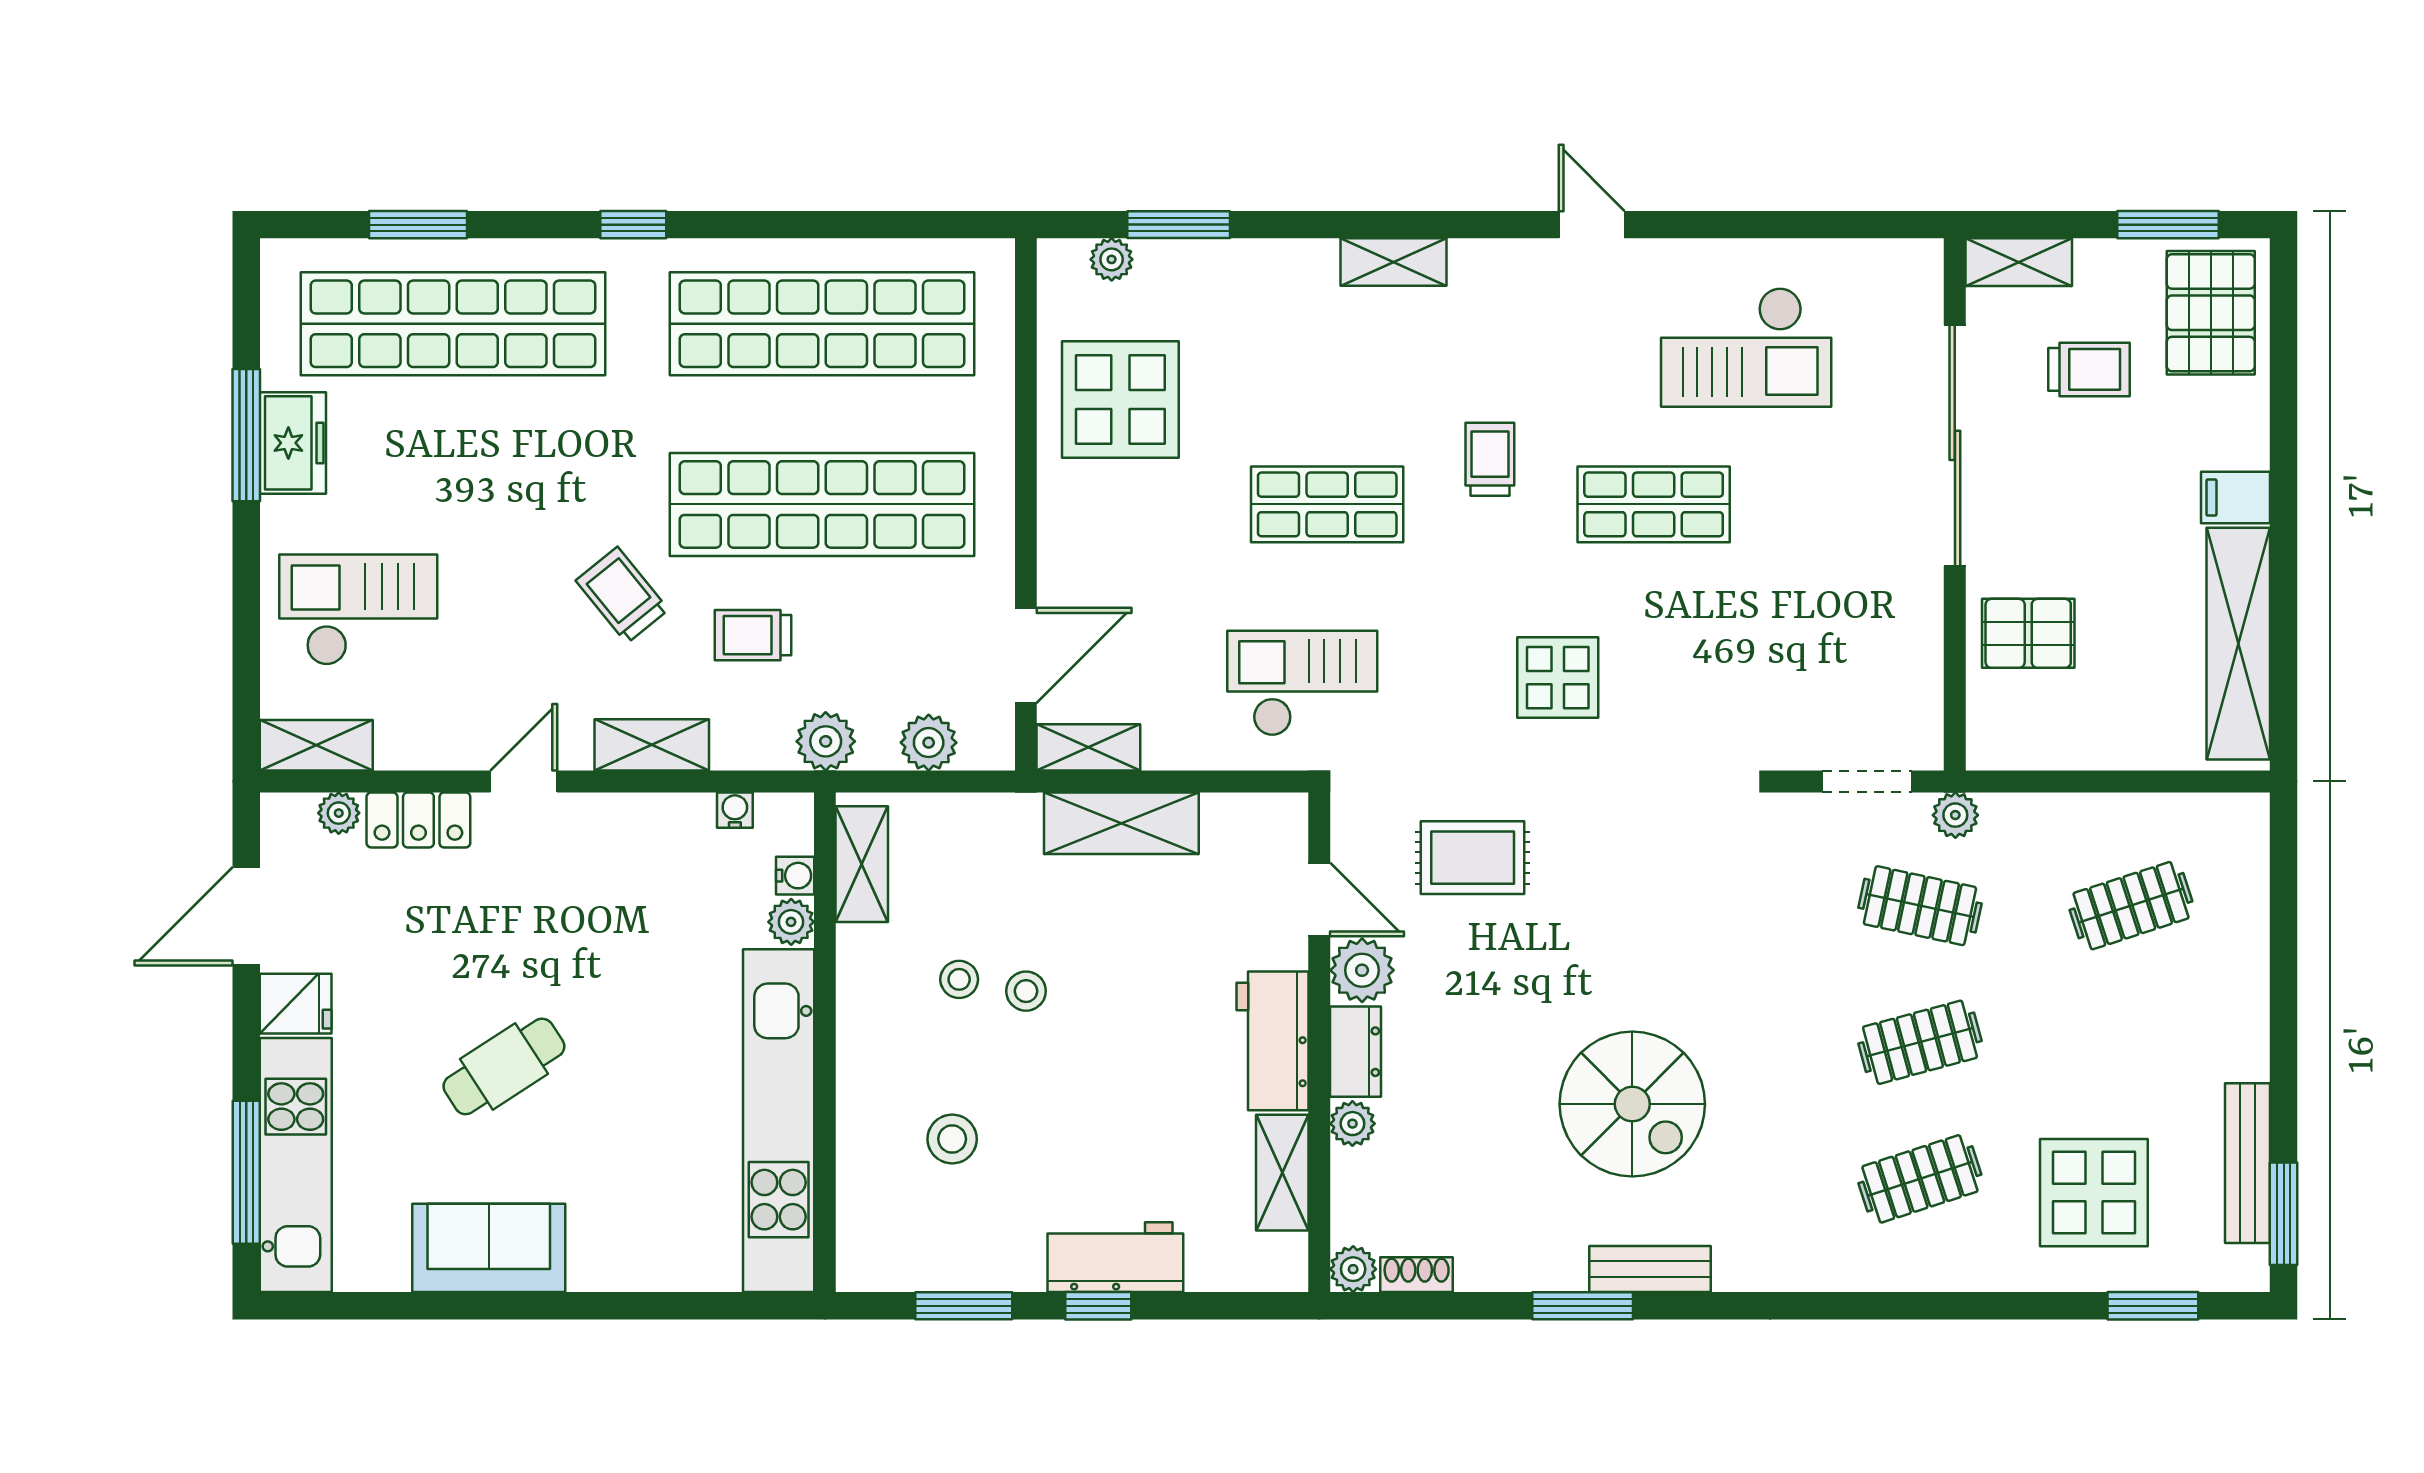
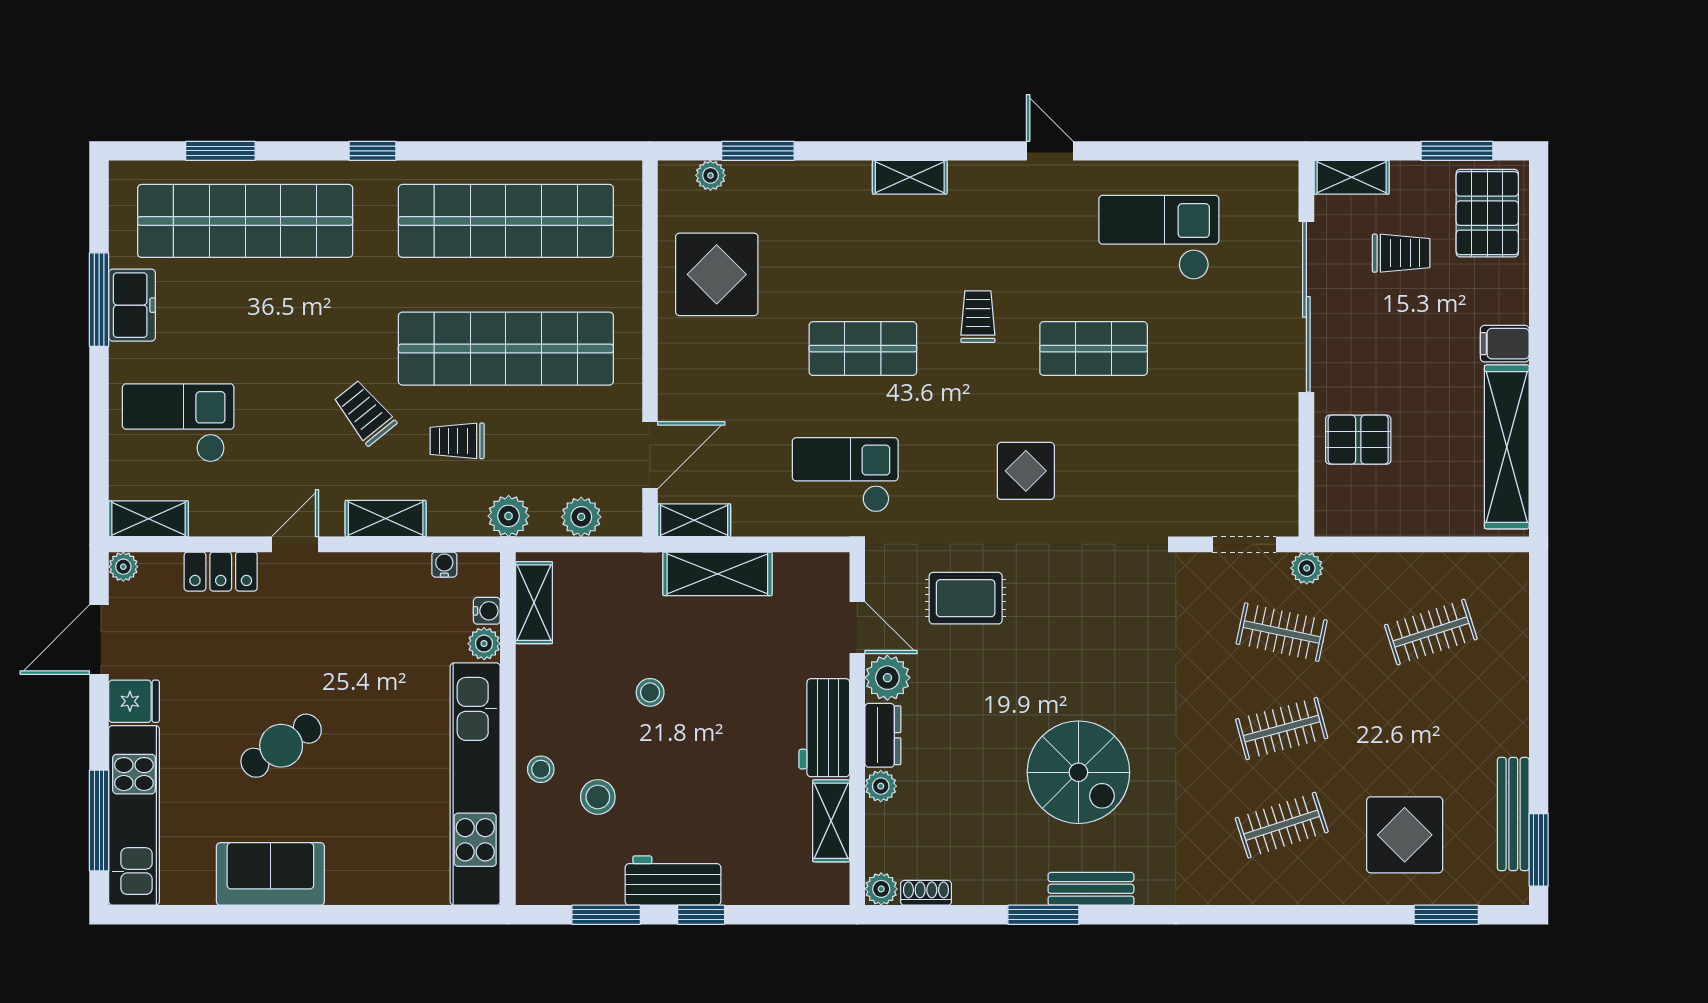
checkout: (1746, 347) -> (1159, 237), turned 180
plant: (339, 813) -> (123, 567), moved
stool: (959, 979) -> (541, 769), moved
workbench: (1115, 1257) -> (673, 880), moved

